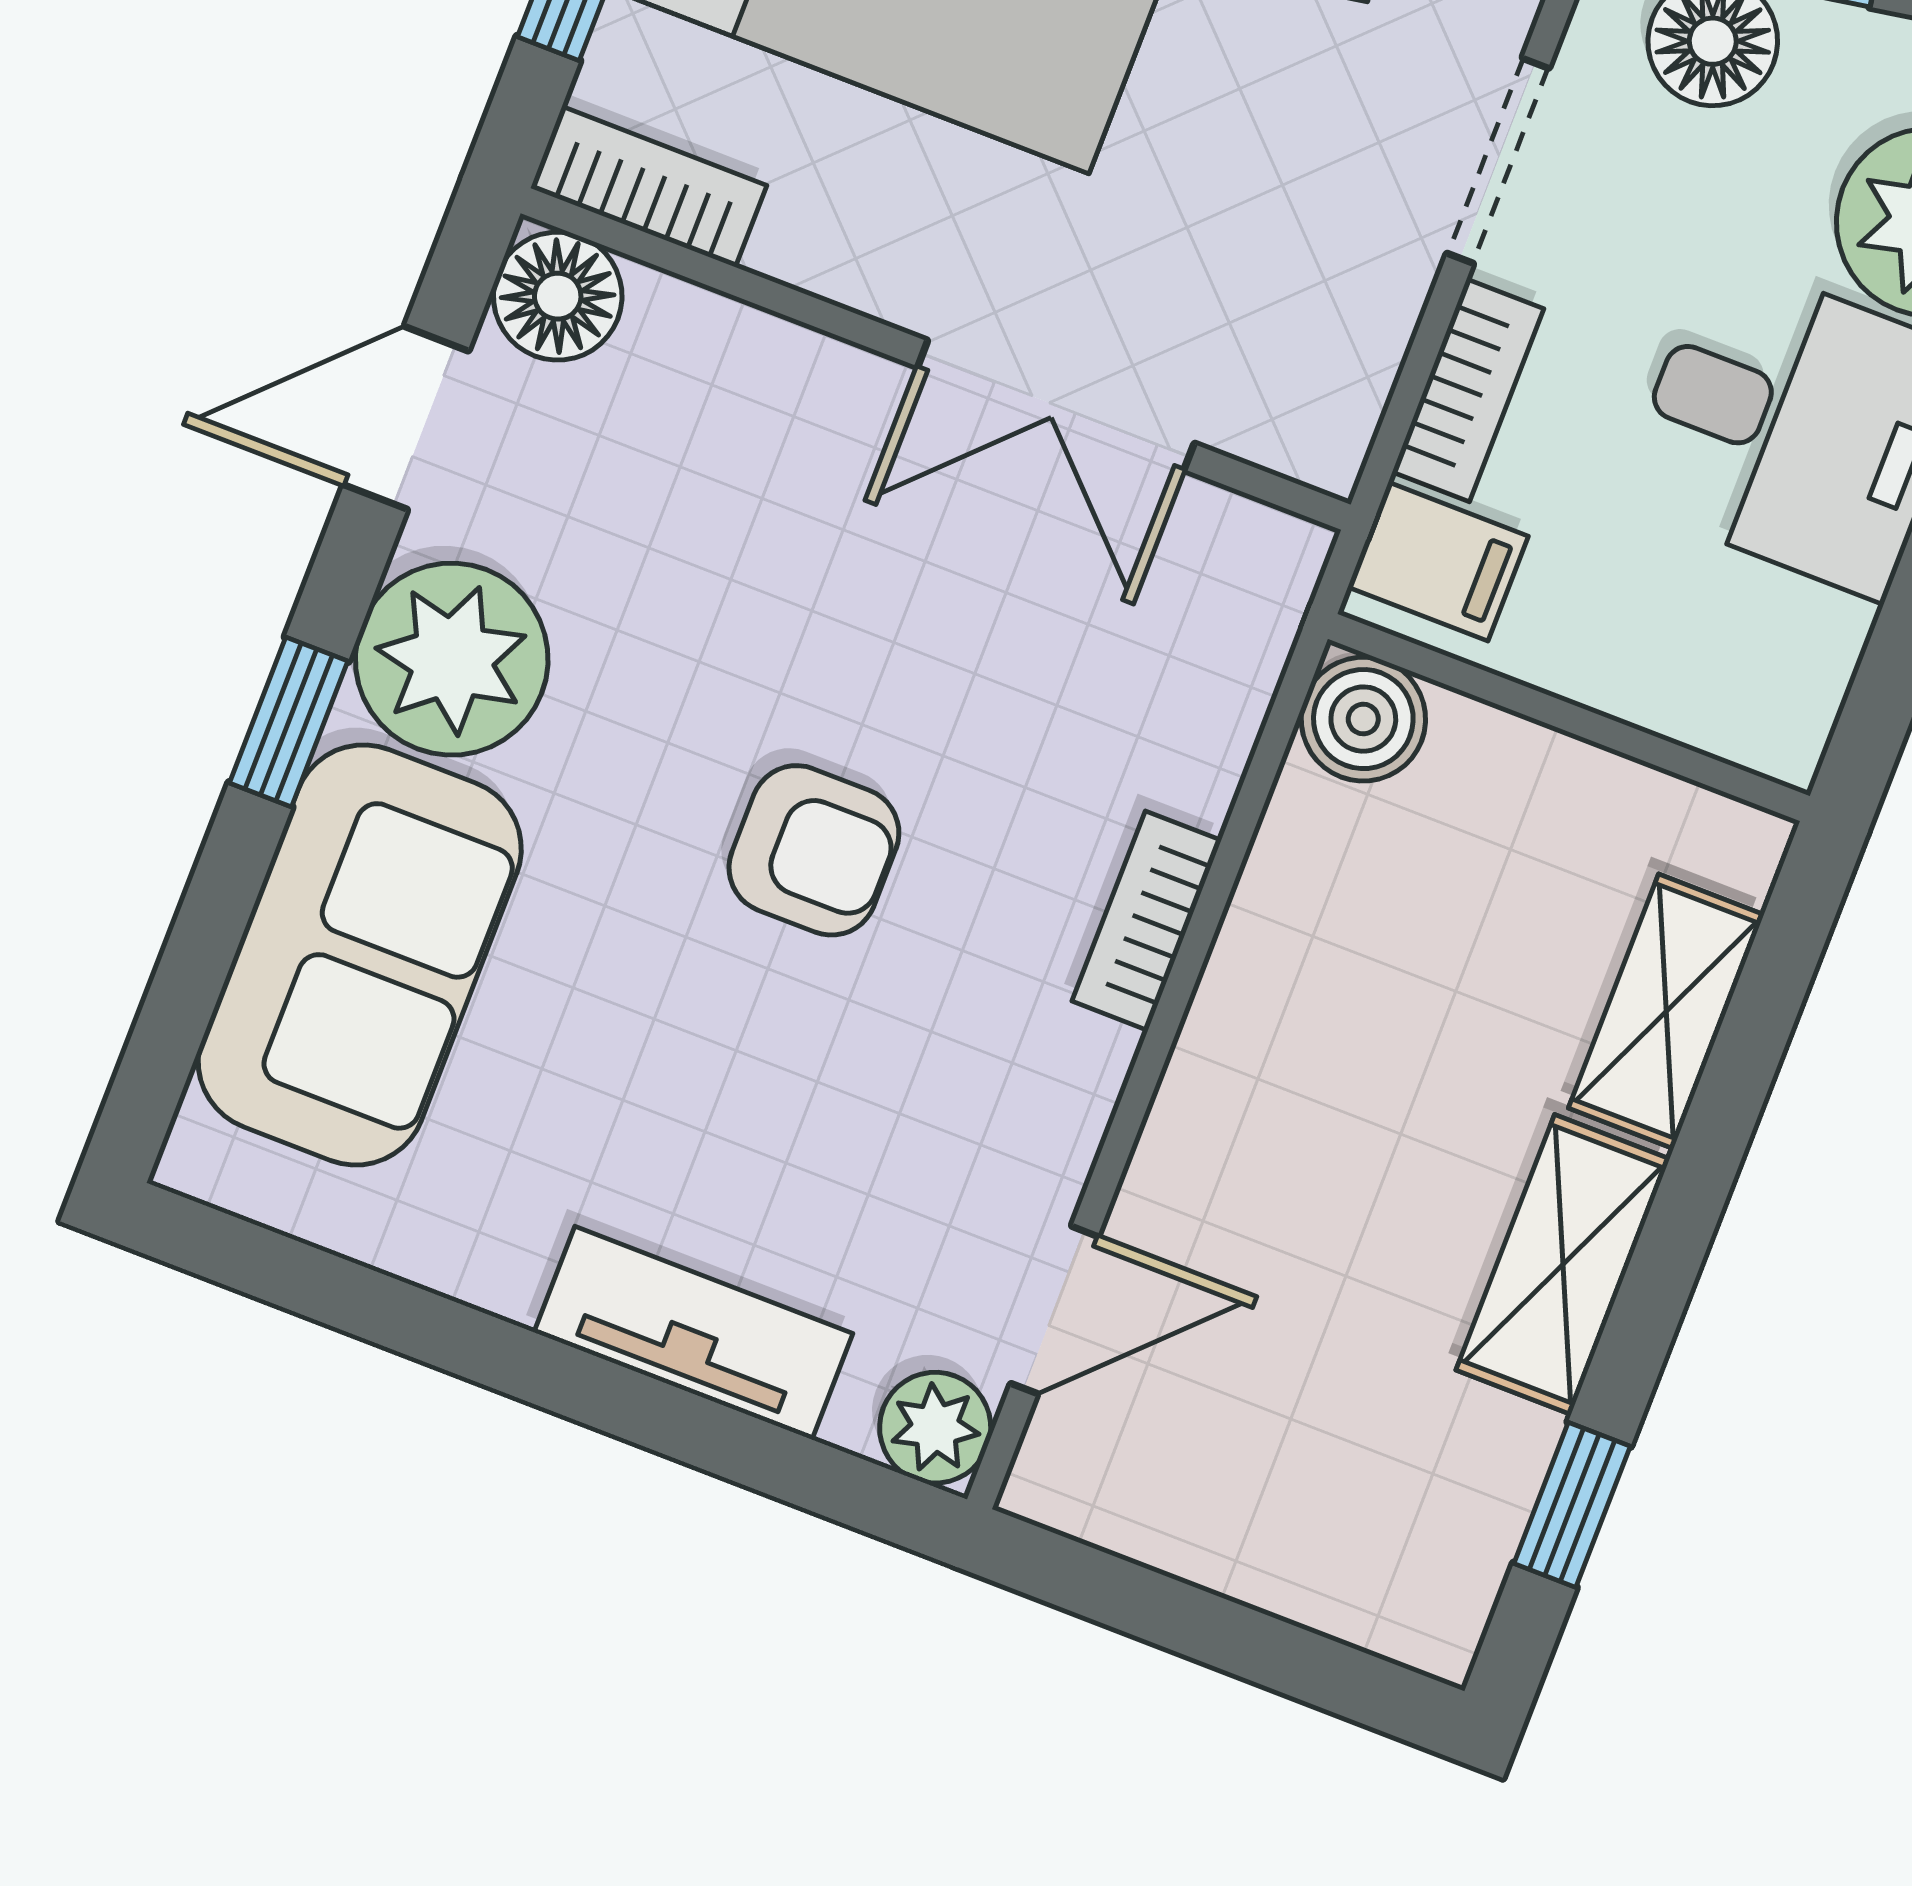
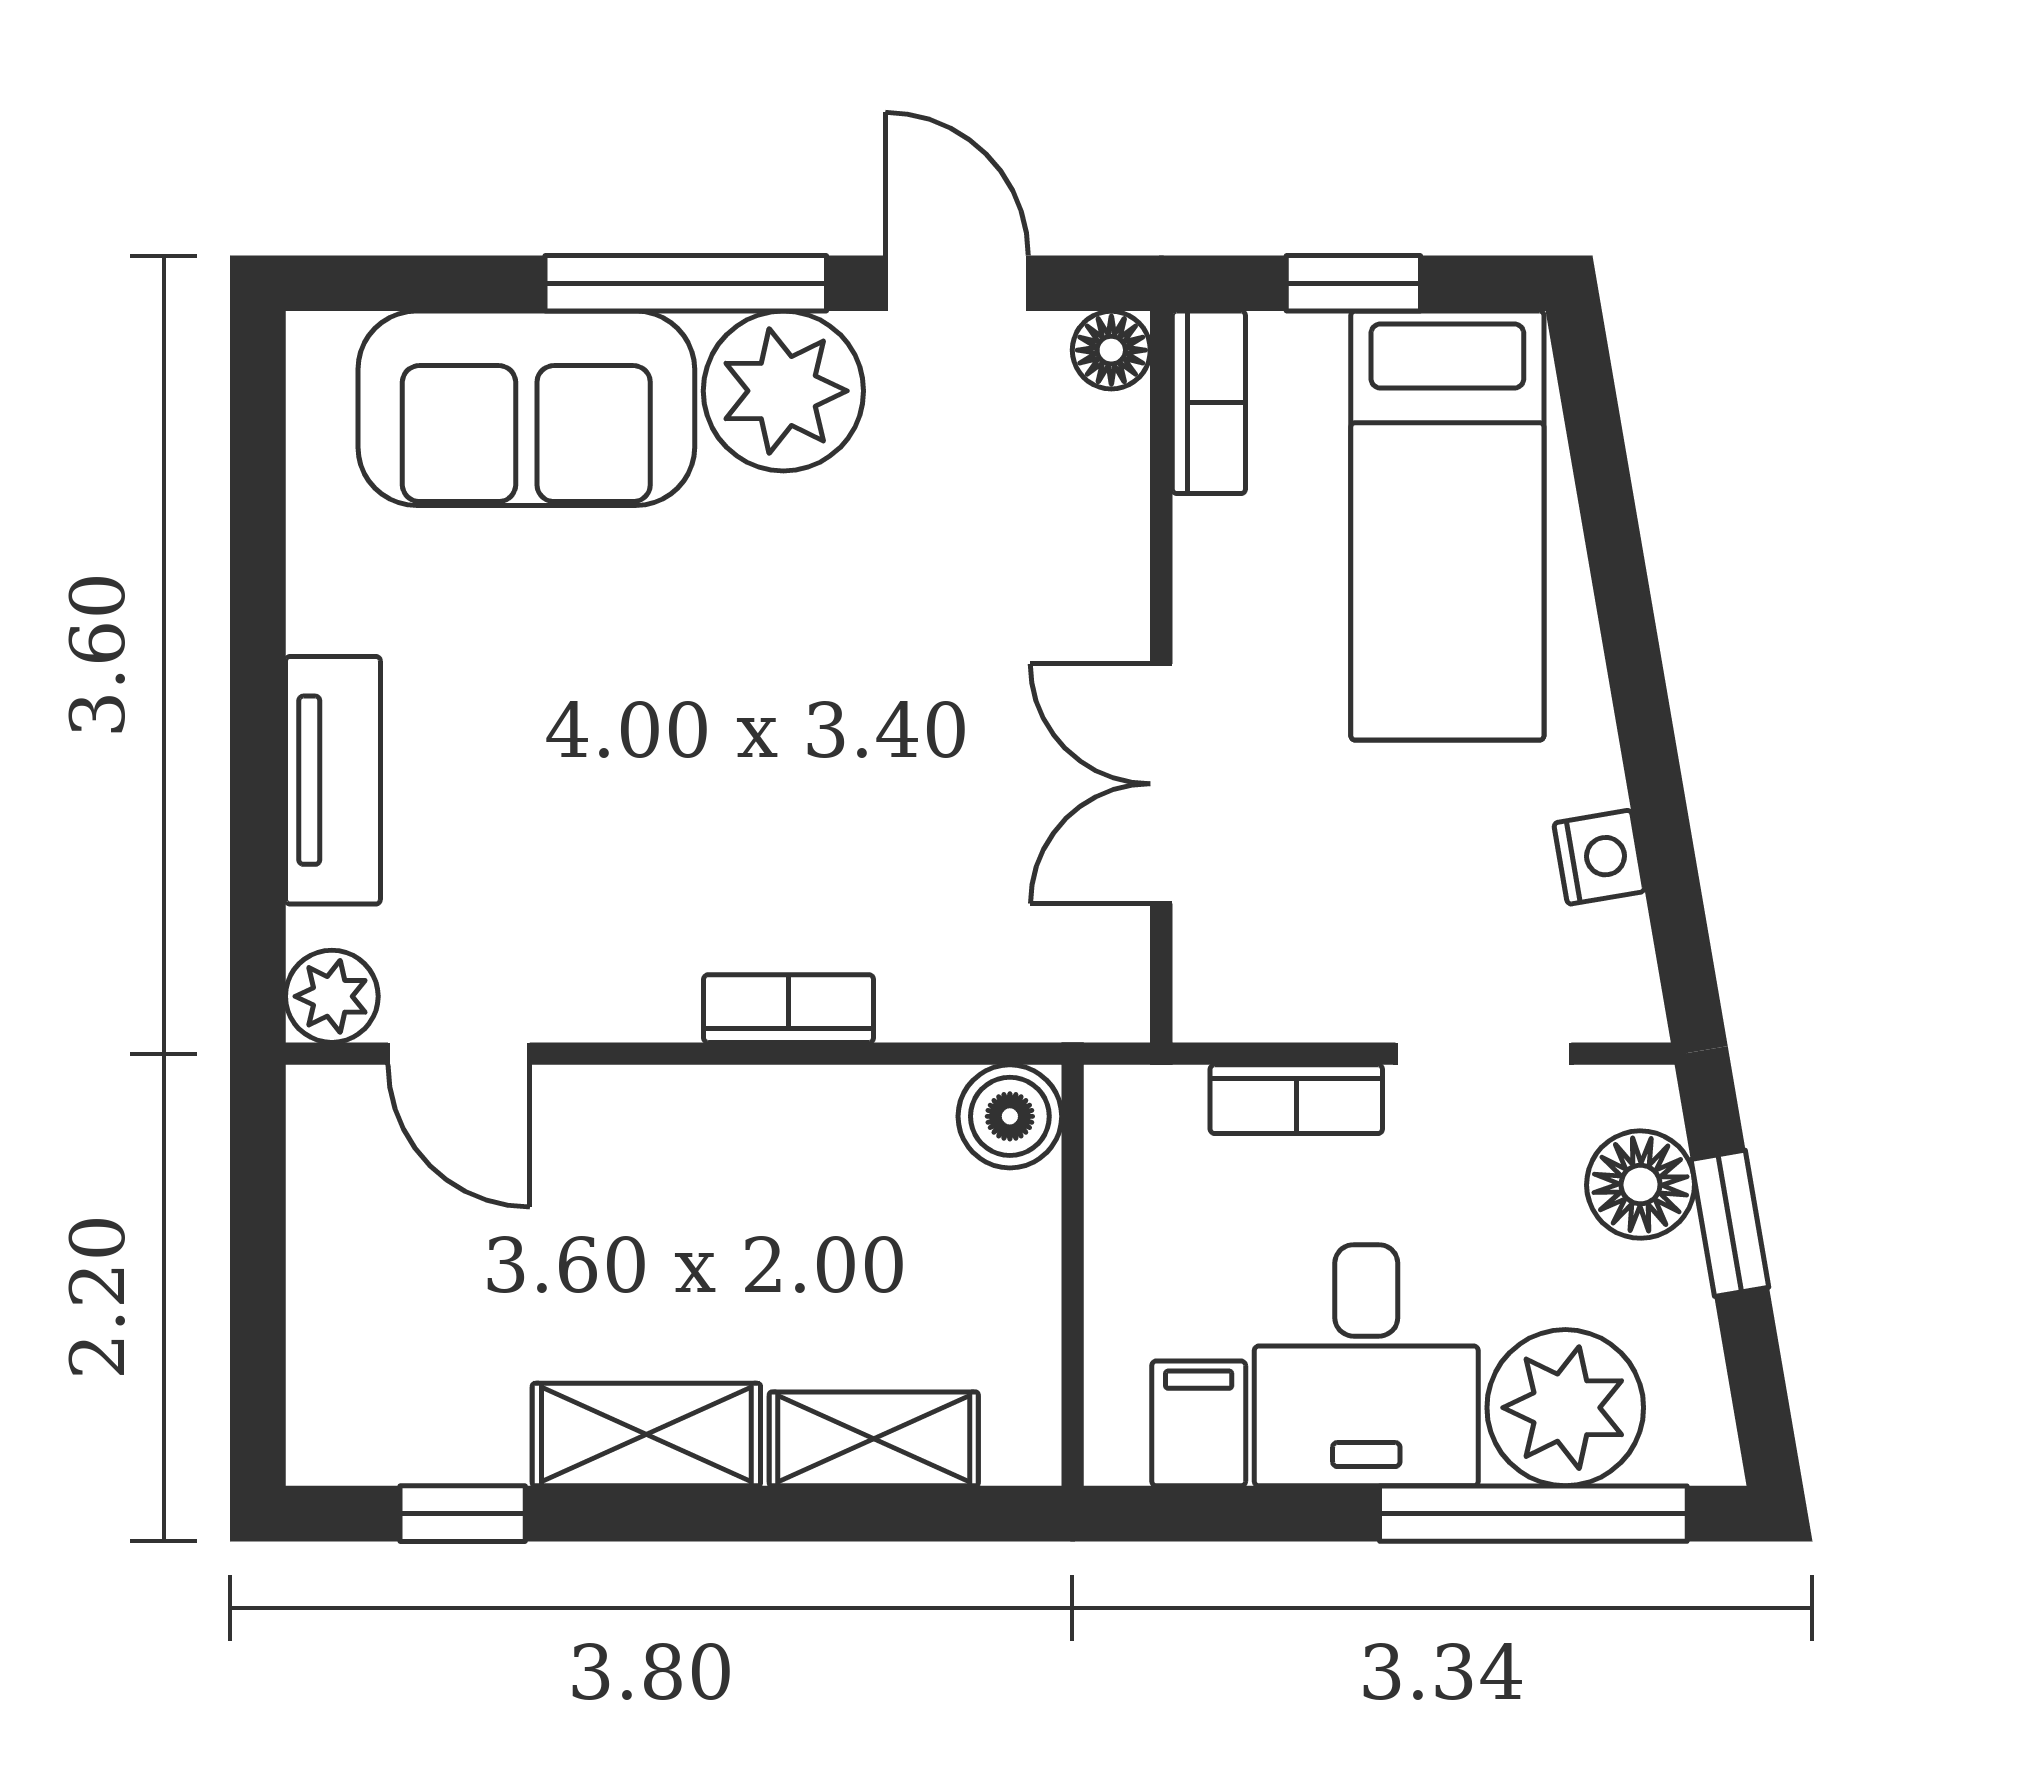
floor lamp: (558, 296) -> (1111, 350), width x0.73, depth x0.73
filing cabinet: (1438, 562) -> (1199, 1423), moved, turned 180
window: (289, 722) -> (686, 283), width x2.17
armchair: (814, 850) -> (744, 729), removed

